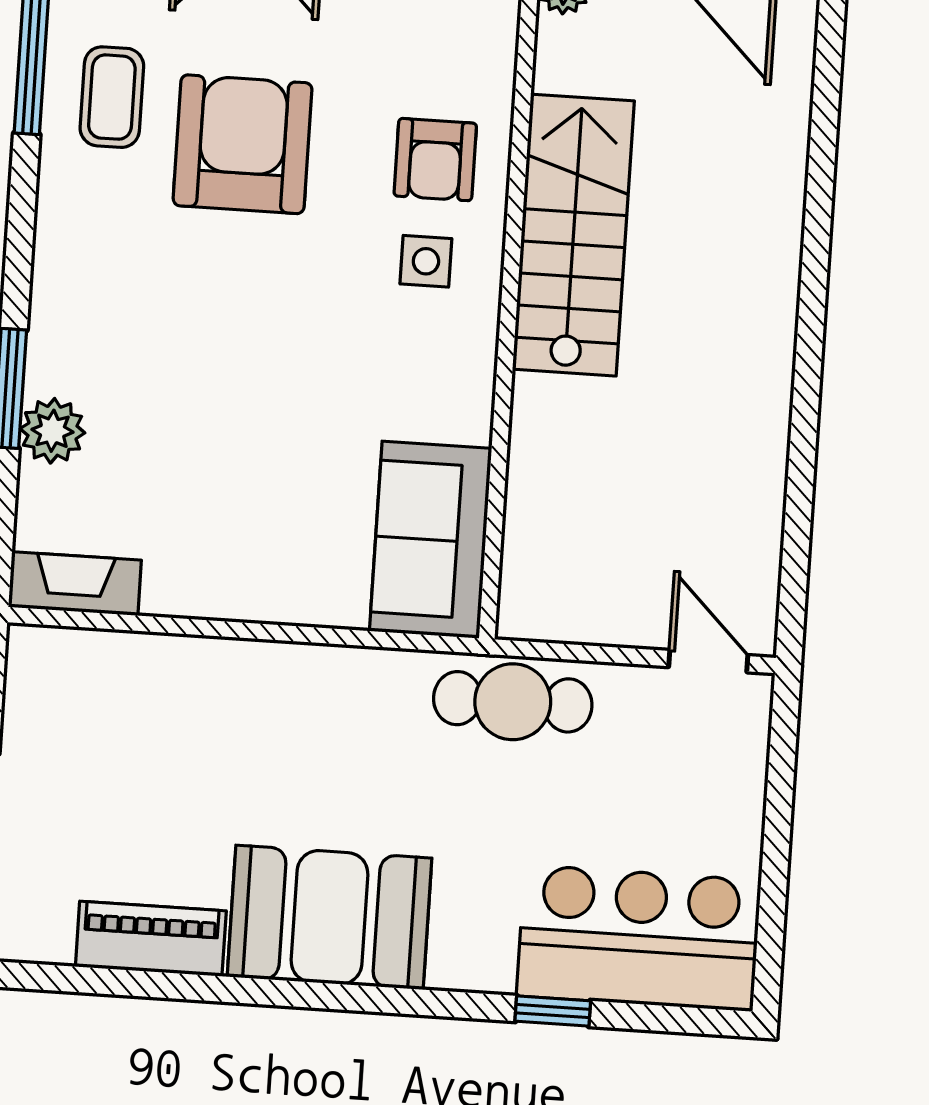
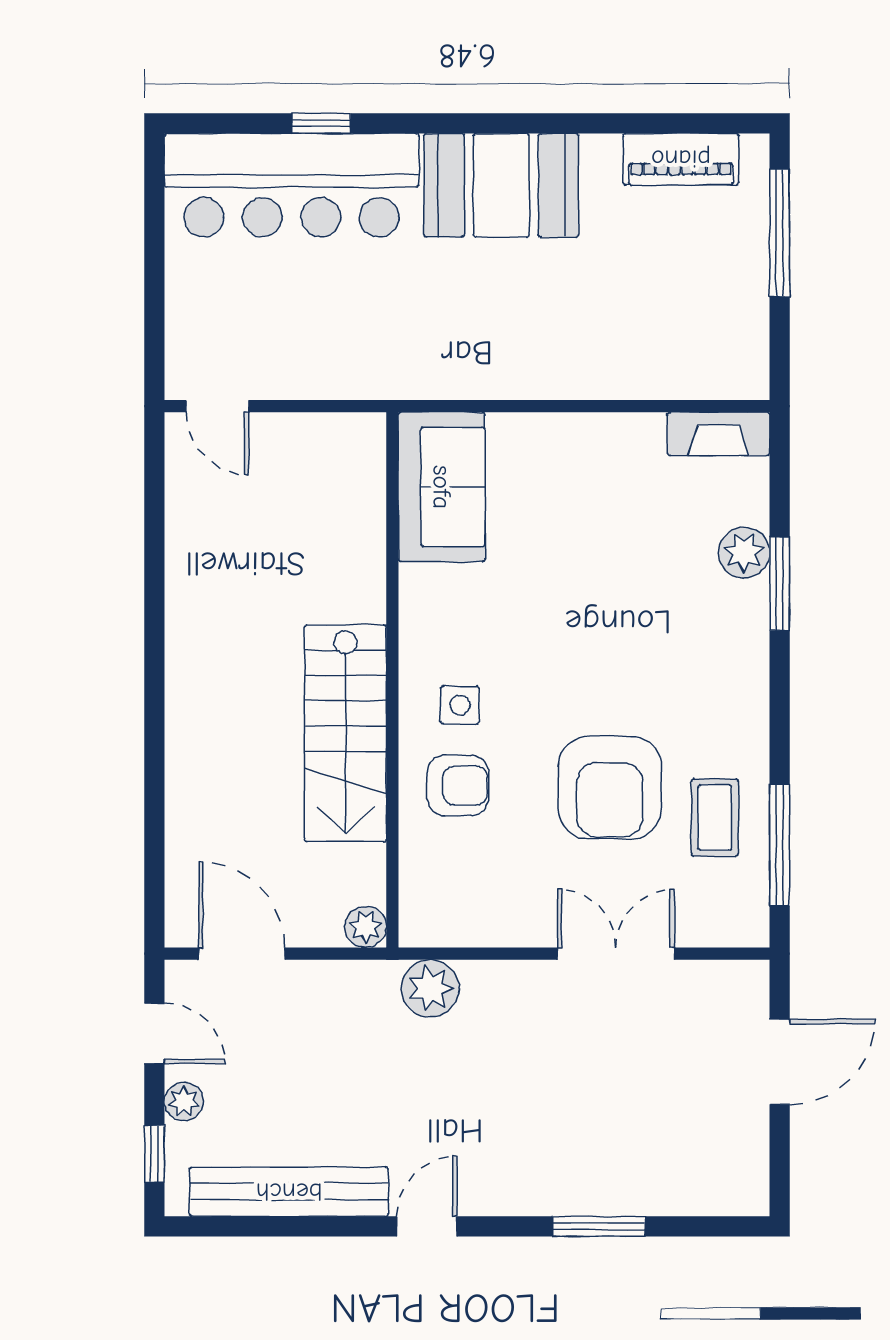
armchair: (435, 160) -> (458, 785), turned 90
cafe table: (513, 702) -> (369, 364), removed
bar counter: (639, 938) -> (291, 185), width x1.36
piano: (151, 939) -> (681, 159), moved

